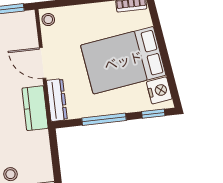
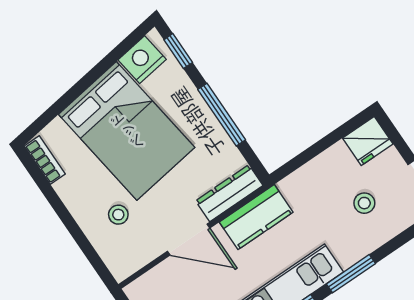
stool: (48, 20) -> (118, 215), moved
door: (43, 63) -> (189, 240), hinge flipped

